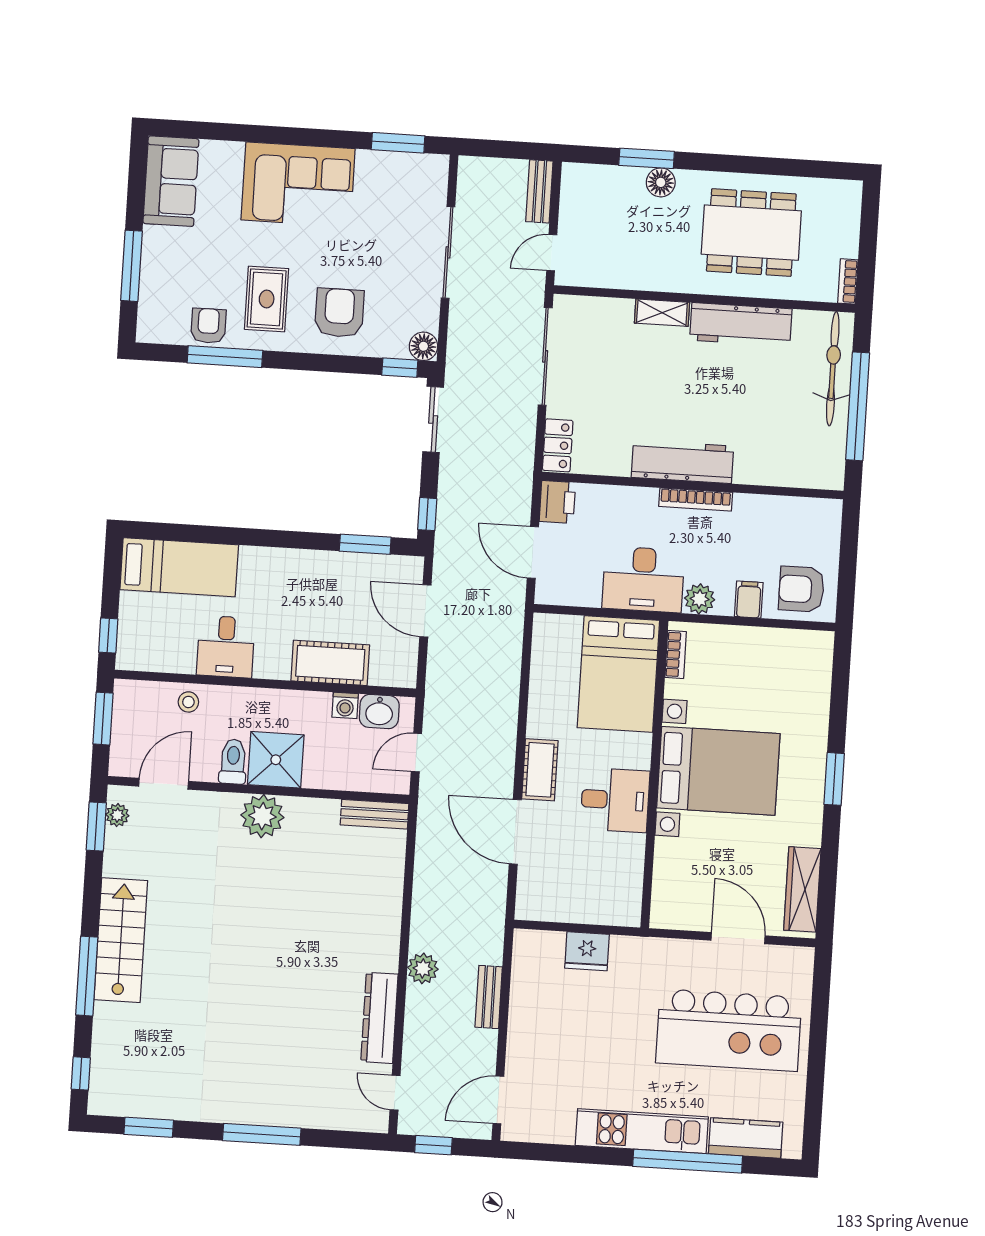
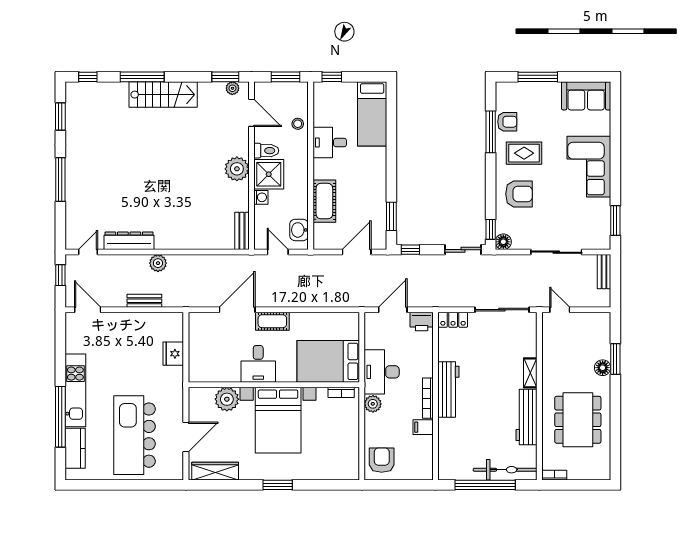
bench: (539, 191) -> (604, 272), moved, turned 90
filing cabinet: (749, 600) -> (423, 427), moved, turned 180
washing machine: (345, 705) -> (261, 197), moved, turned 180
plant: (675, 860) -> (227, 399), added

